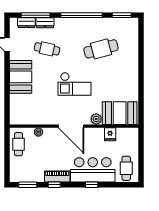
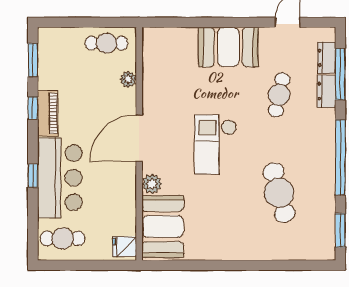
fridge: (110, 134) -> (124, 247), moved

